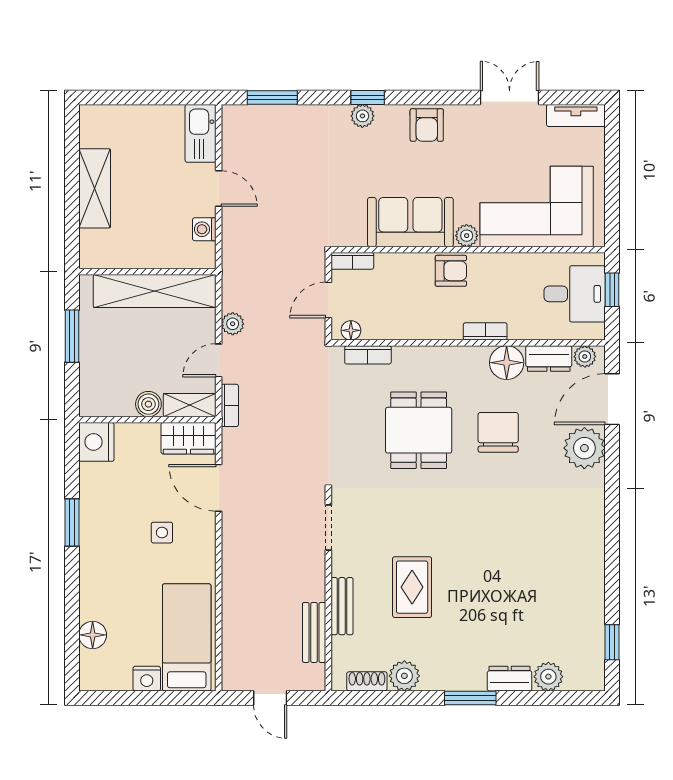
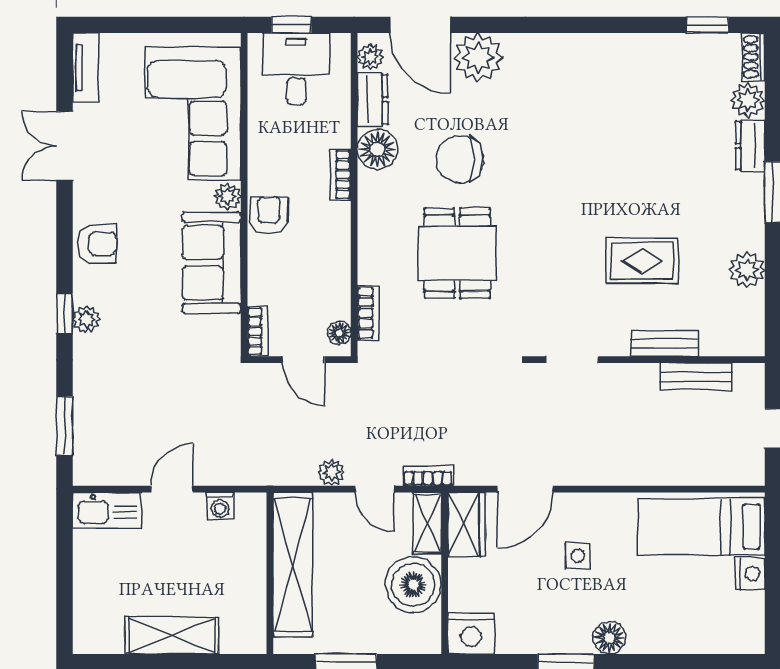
boiler: (148, 404) -> (413, 585), width x1.86, depth x1.86
dining table: (419, 430) -> (457, 253), turned 90
floor lamp: (93, 635) -> (609, 638), moved
shoe rack: (367, 681) -> (753, 57), moved

